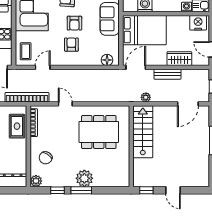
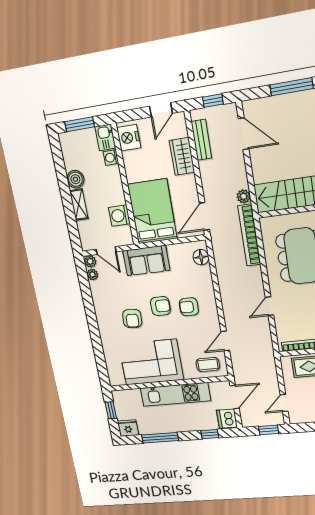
door: (43, 67) -> (225, 341), hinge flipped
door: (136, 67) -> (204, 216), hinge flipped
bench: (167, 74) -> (201, 140), moved
bookcase: (27, 97) -> (249, 235), moved

